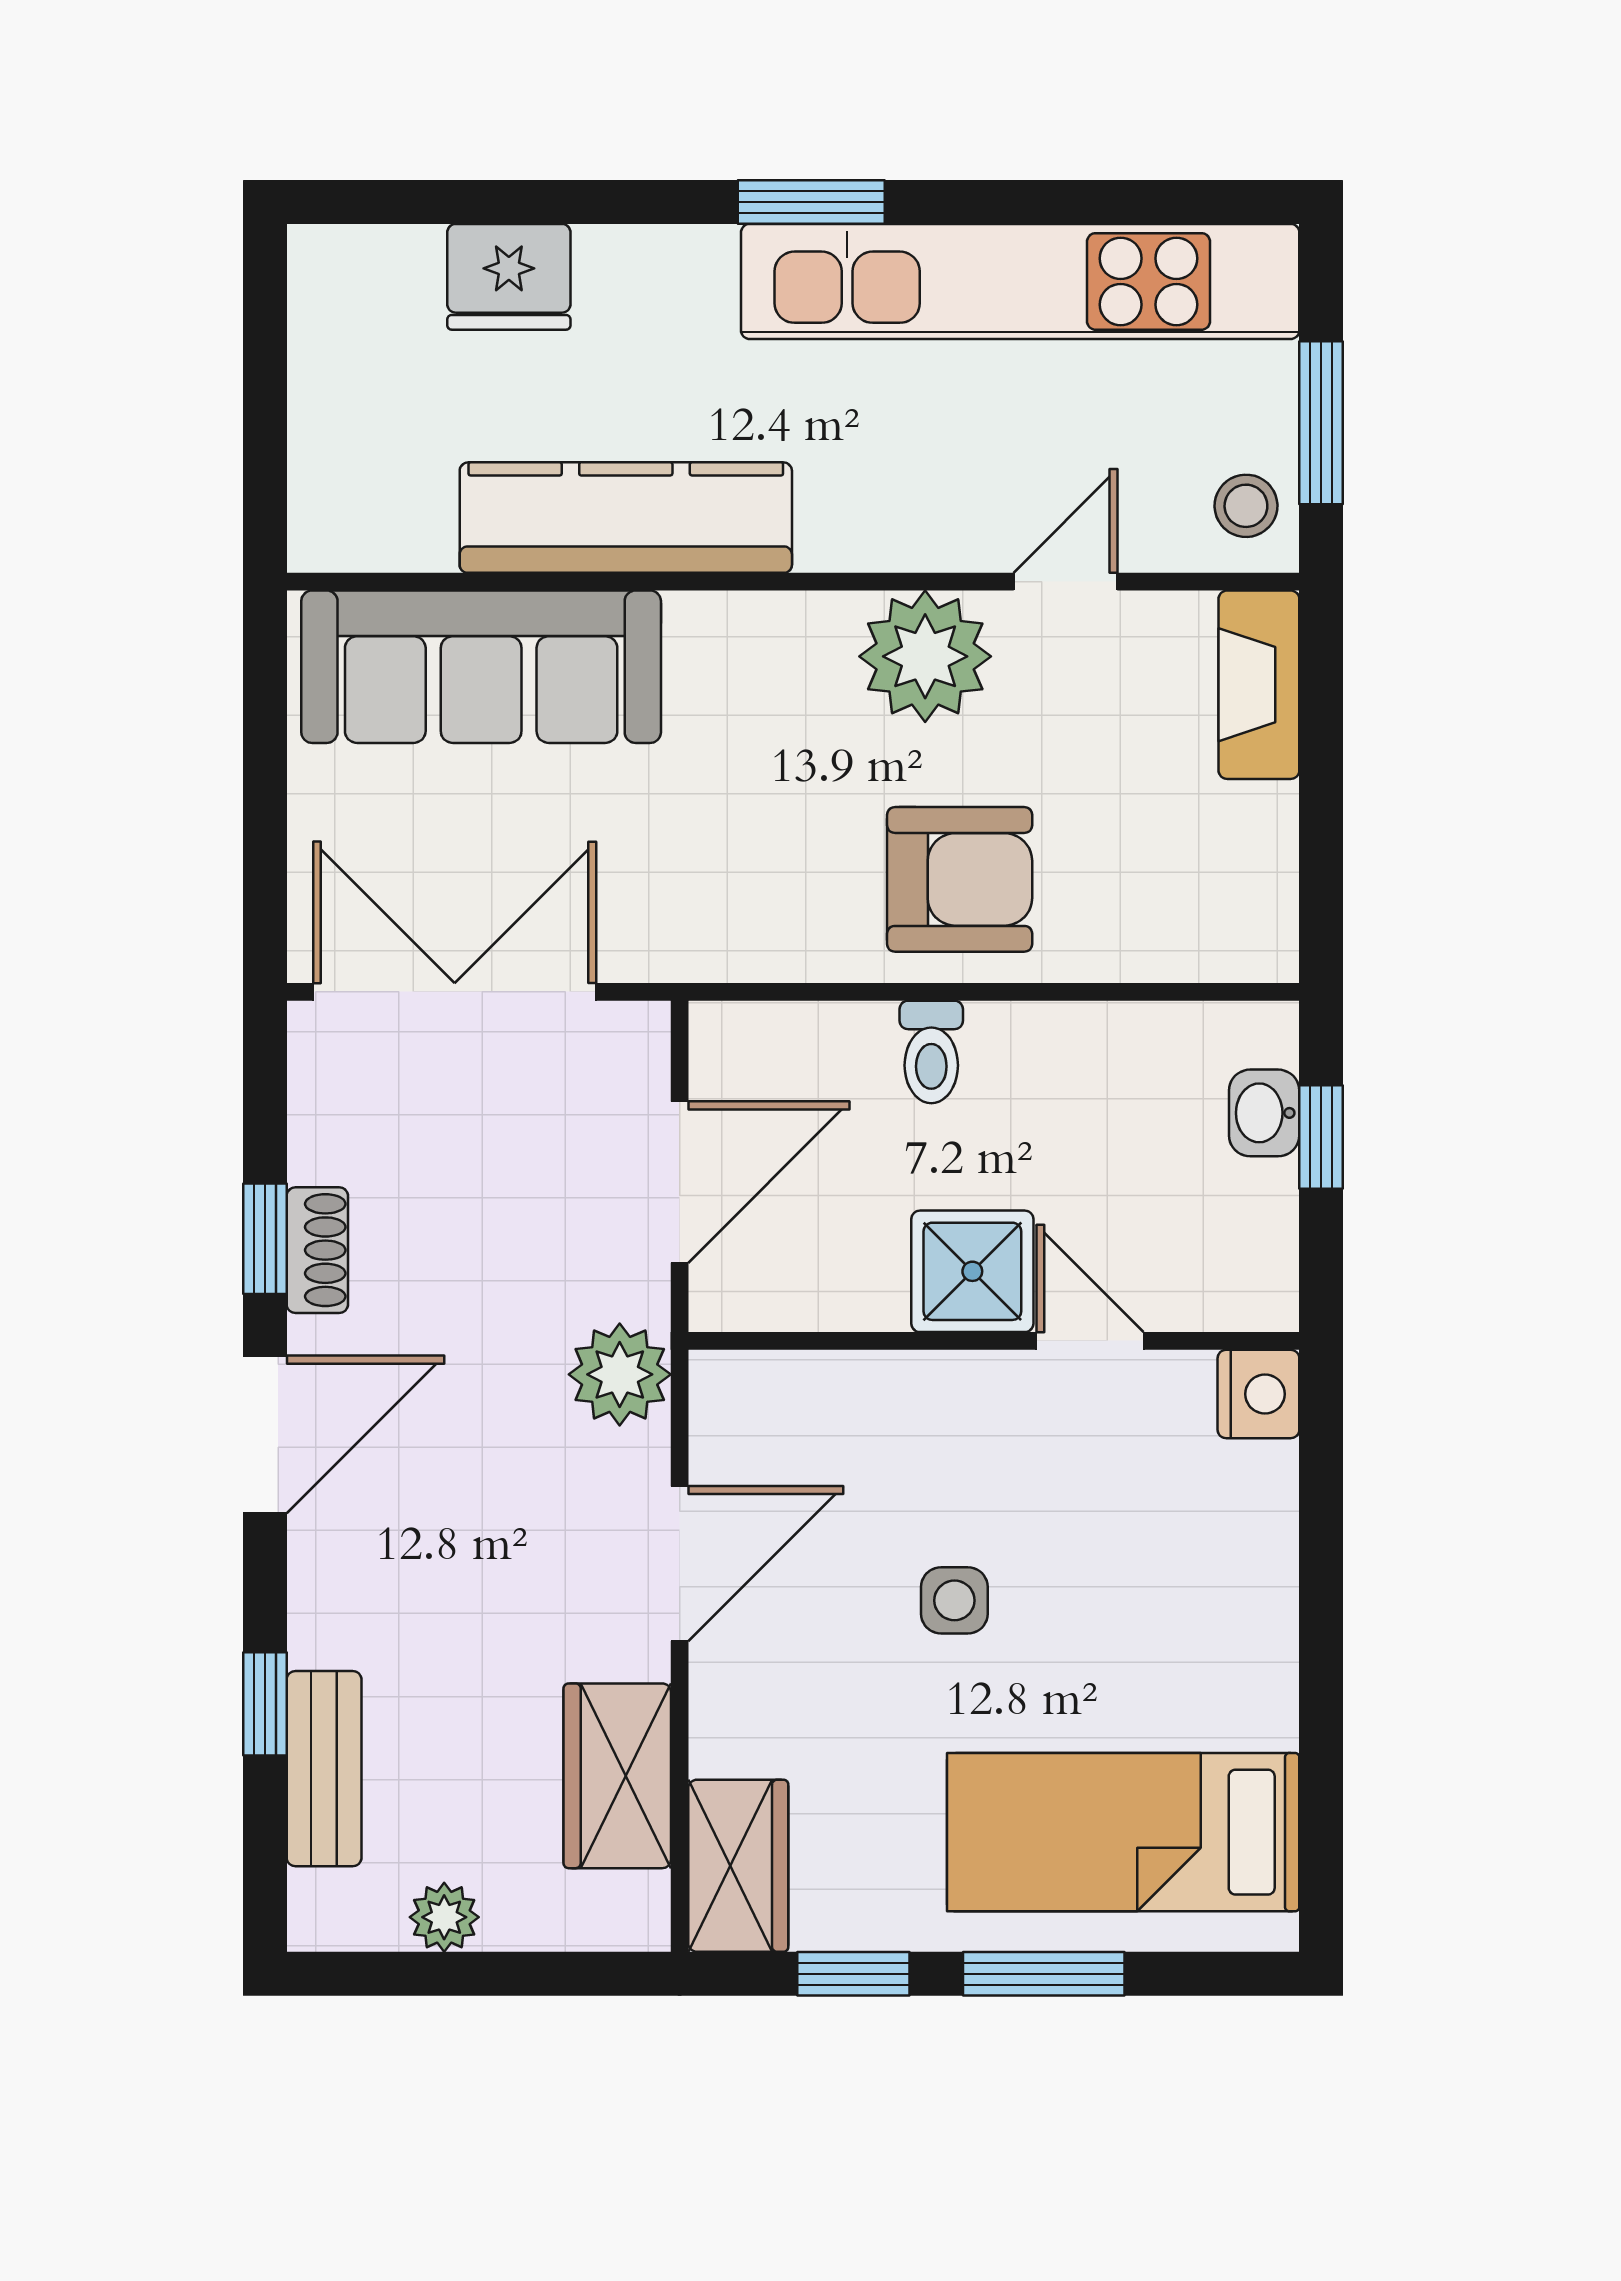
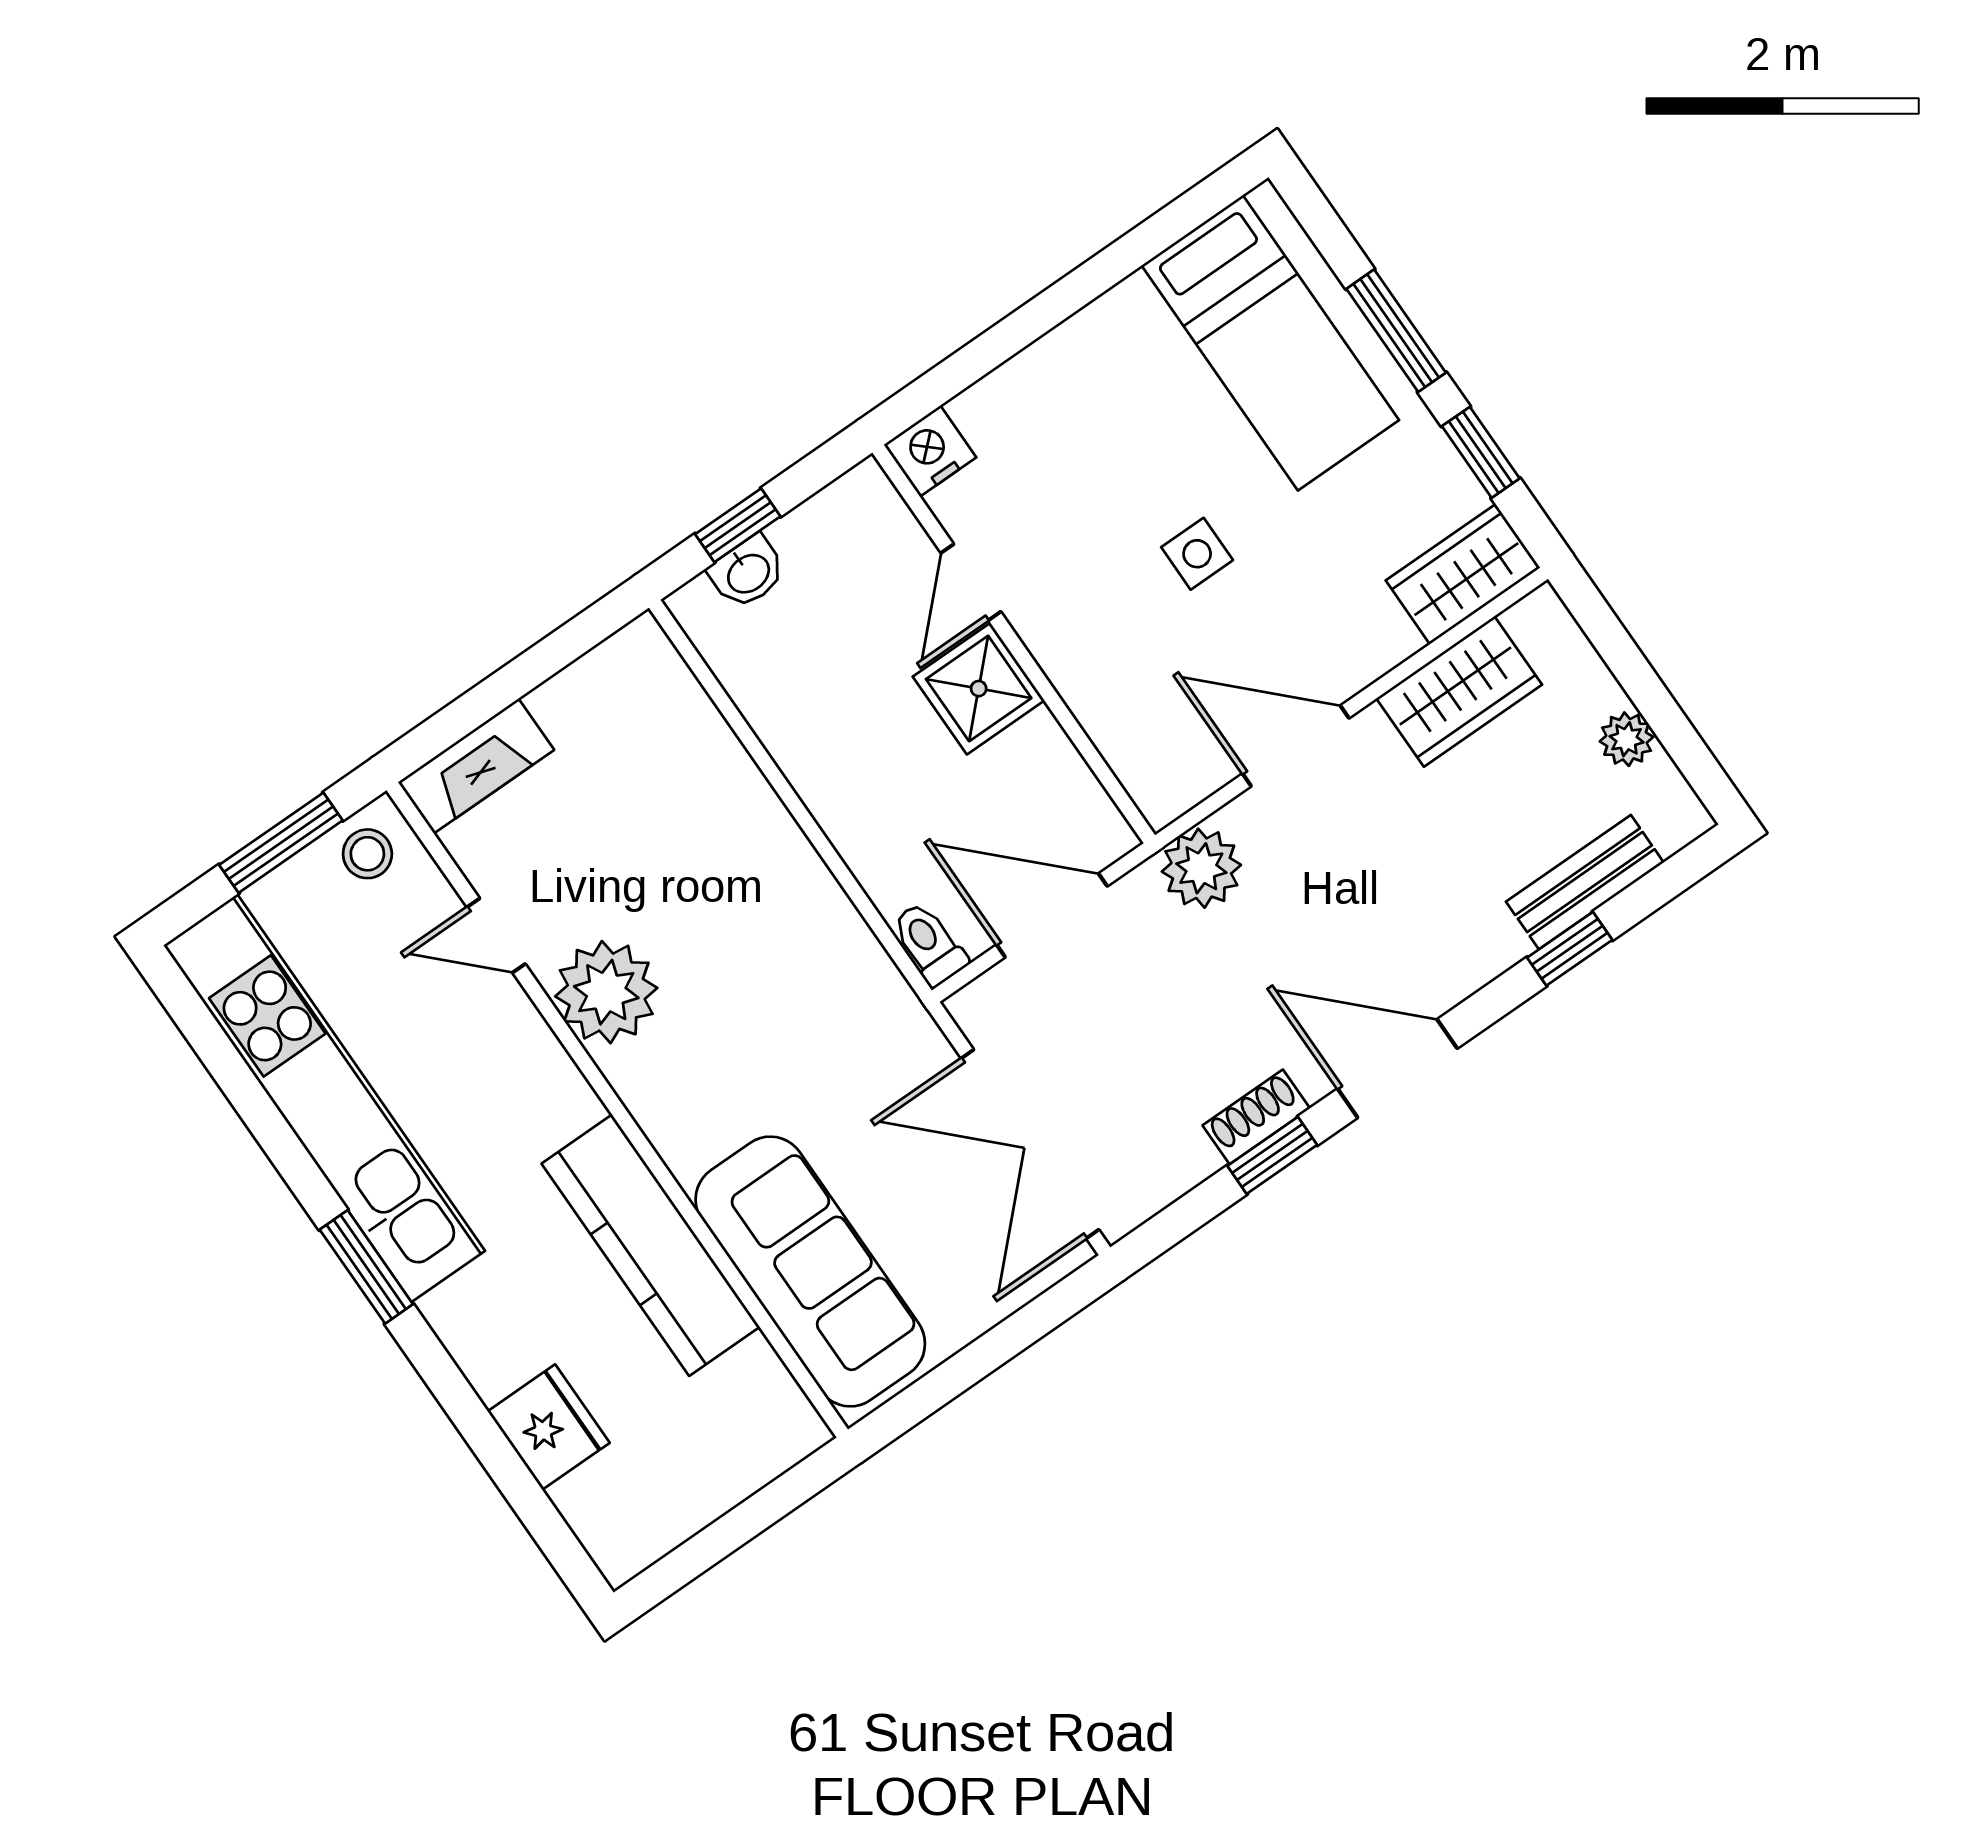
armchair: (960, 879) -> (734, 871), removed
toilet: (931, 1052) -> (929, 944), moved, turned -90

